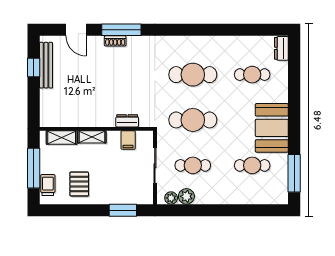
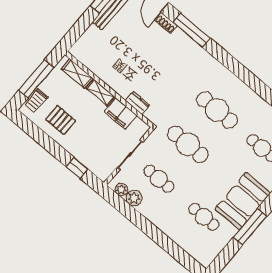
shoe rack: (115, 41) -> (166, 23), moved
filing cabinet: (128, 140) -> (121, 114), width x2.00
window: (294, 173) -> (250, 227), moved
pallet: (79, 184) -> (61, 120), turned 90
trolley: (48, 185) -> (36, 101), turned 180
window: (123, 210) -> (77, 168), width x0.67

